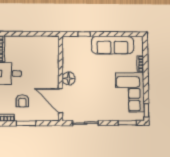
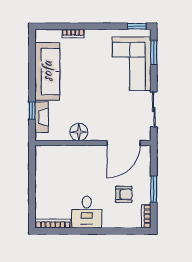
fireplace: (79, 41) -> (42, 117), added
floor lamp: (69, 78) -> (79, 132), moved
corner sofa: (130, 92) -> (132, 64), moved, turned 90

